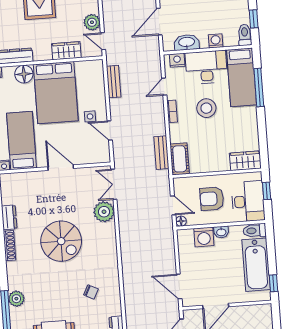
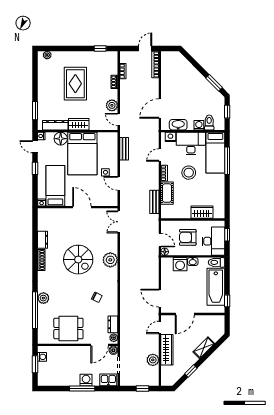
toilet: (245, 35) -> (209, 123), moved
wardrobe: (66, 51) -> (79, 124), moved
cot: (180, 159) -> (167, 193), moved
wardrobe: (245, 161) -> (202, 212), moved
plant: (104, 212) -> (110, 260), moved

